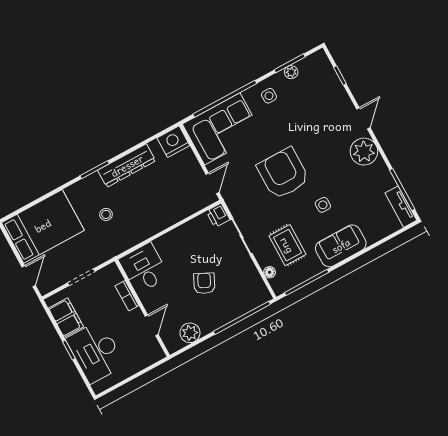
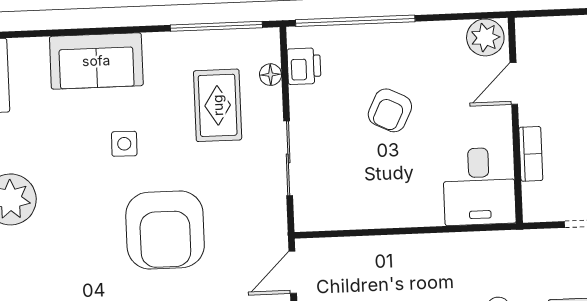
printer: (218, 215) -> (304, 66), moved
sofa: (341, 246) -> (96, 61), moved
plant: (190, 333) -> (485, 37), moved

